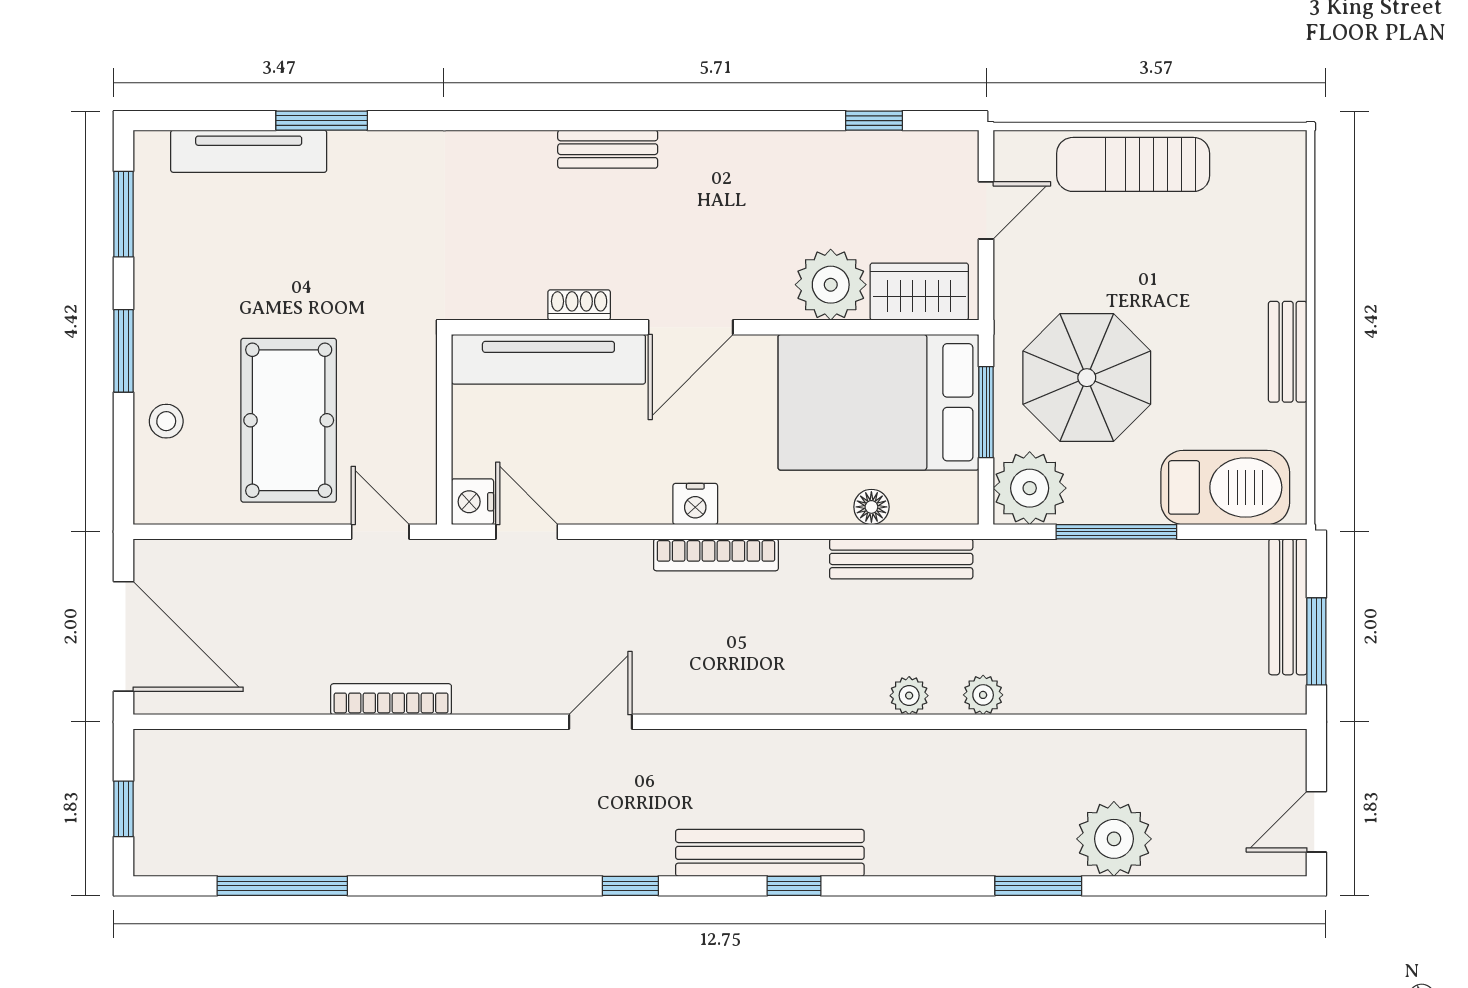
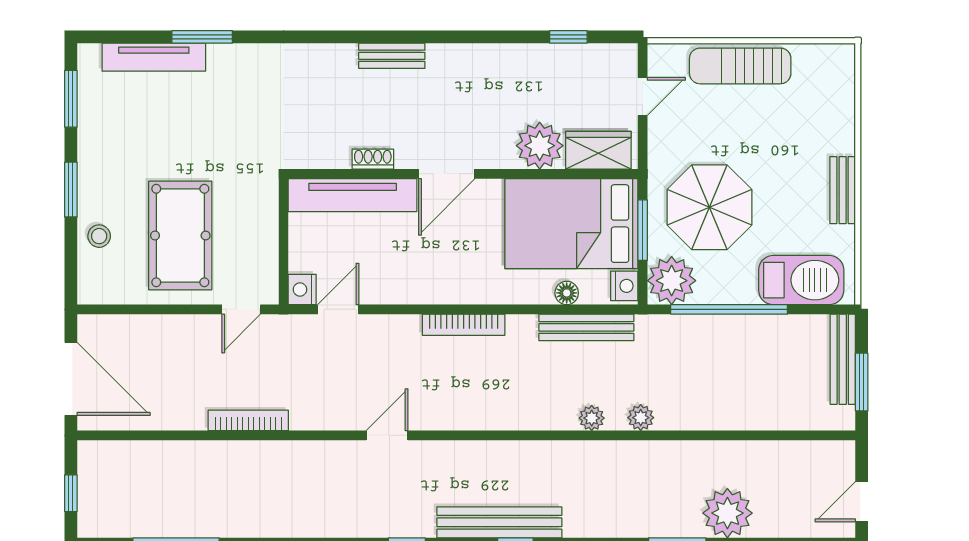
nightstand: (695, 504) -> (624, 286), moved, turned -90
door: (380, 532) -> (241, 309), swing flipped
door: (527, 532) -> (338, 309), hinge flipped
window: (1116, 532) -> (729, 309), width x1.46

